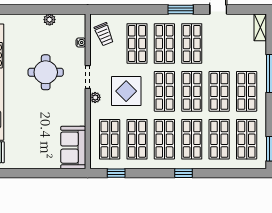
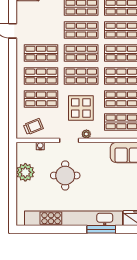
window: (181, 10) -> (13, 62), removed
plant: (50, 20) -> (25, 172), width x1.87, depth x1.87

